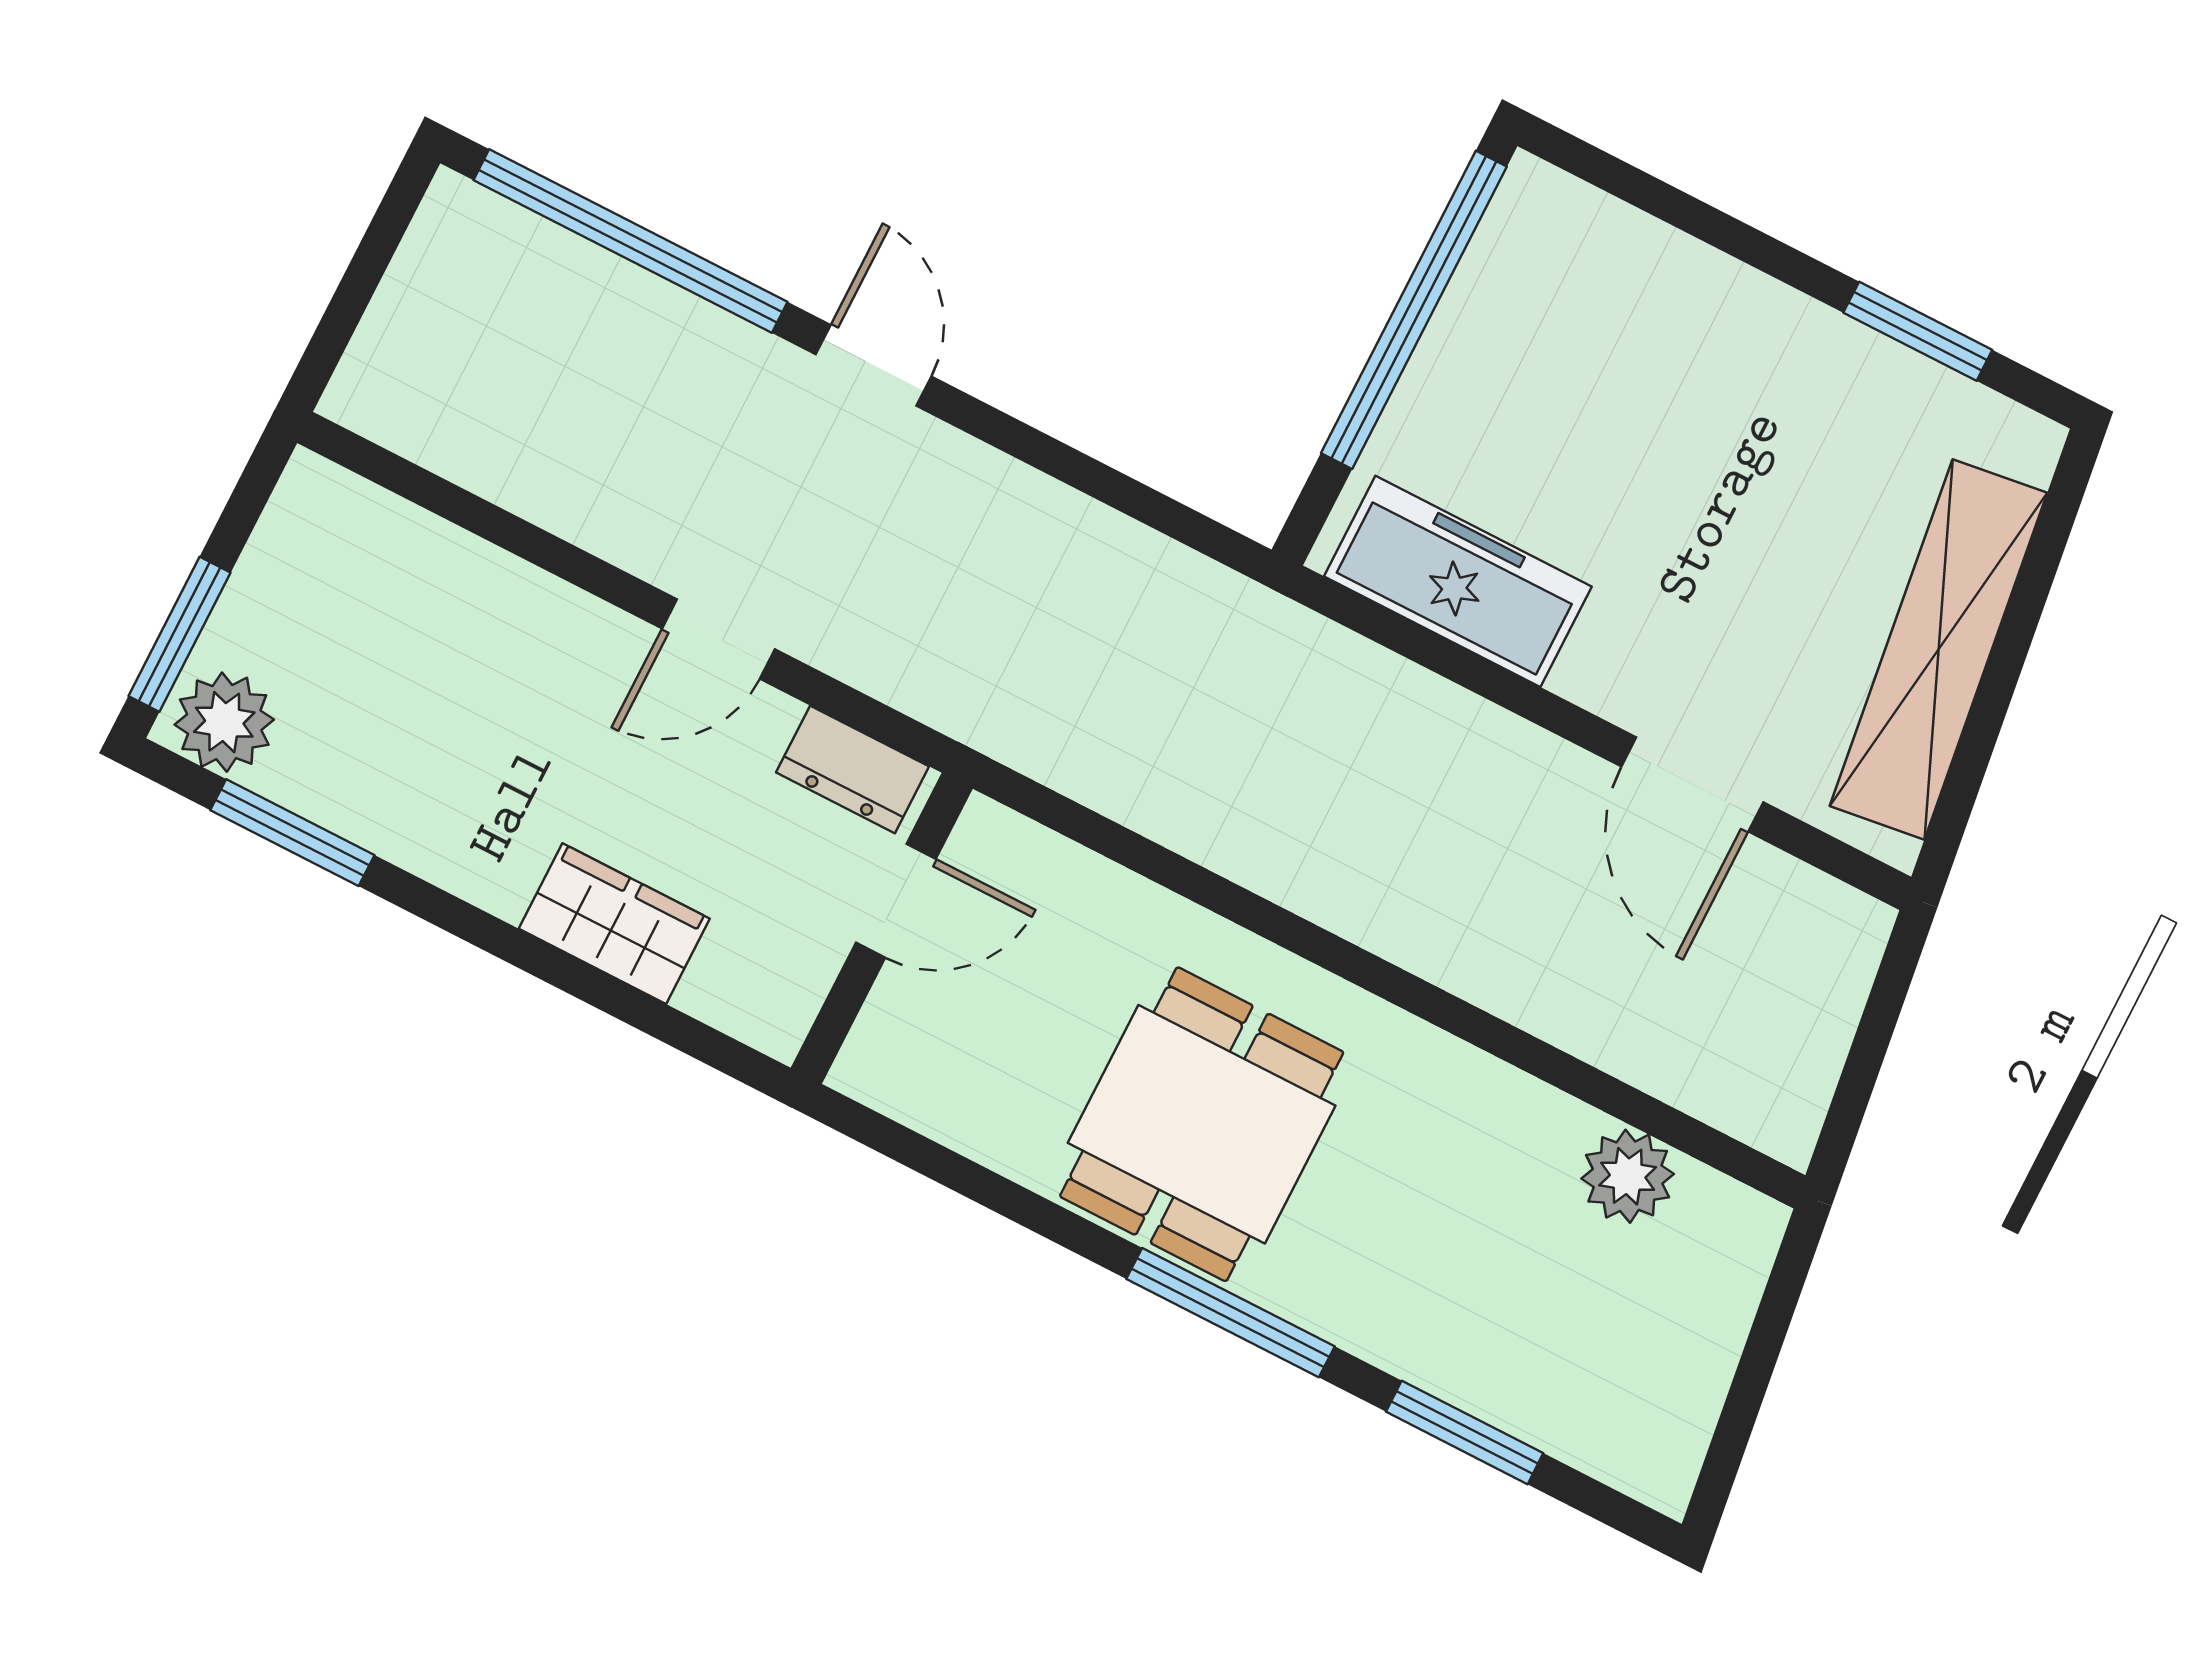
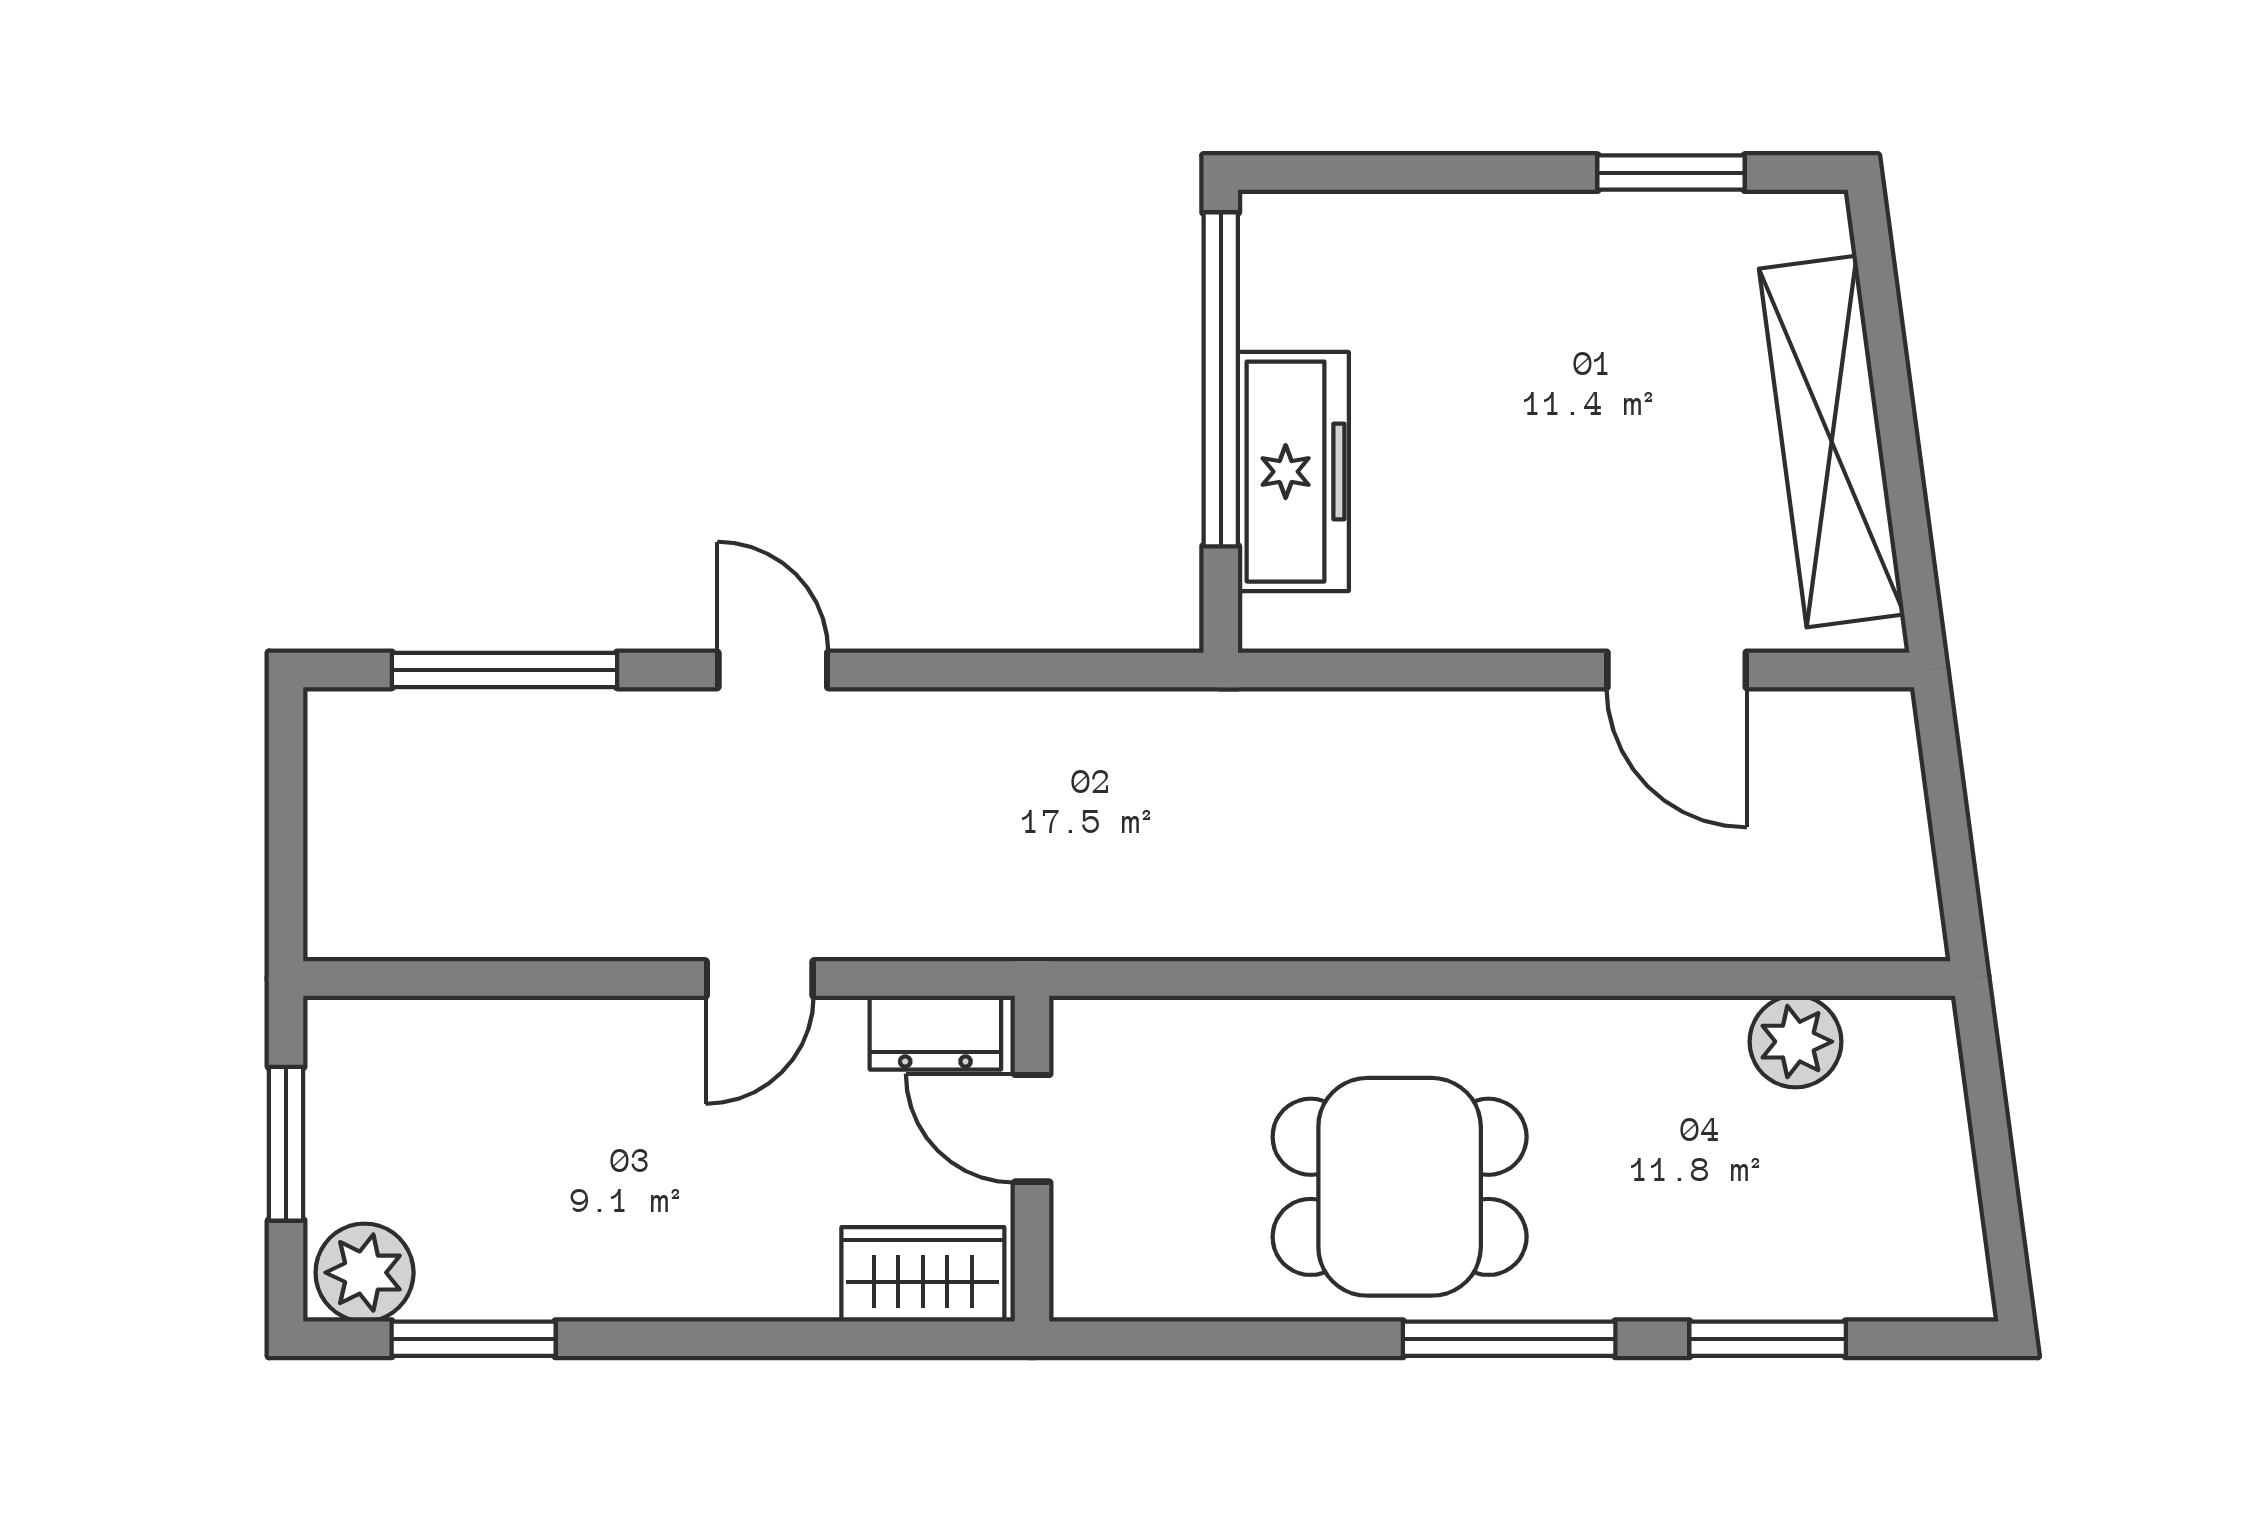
window: (630, 241) -> (505, 670), width x0.68
freezer: (1458, 581) -> (1293, 472), moved, turned 90
window: (179, 634) -> (286, 1144), moved
door: (896, 901) -> (1032, 1128), swing flipped
wardrobe: (614, 924) -> (923, 1274), moved
dining table: (1202, 1124) -> (1400, 1187), turned 90

